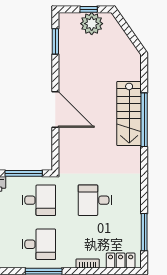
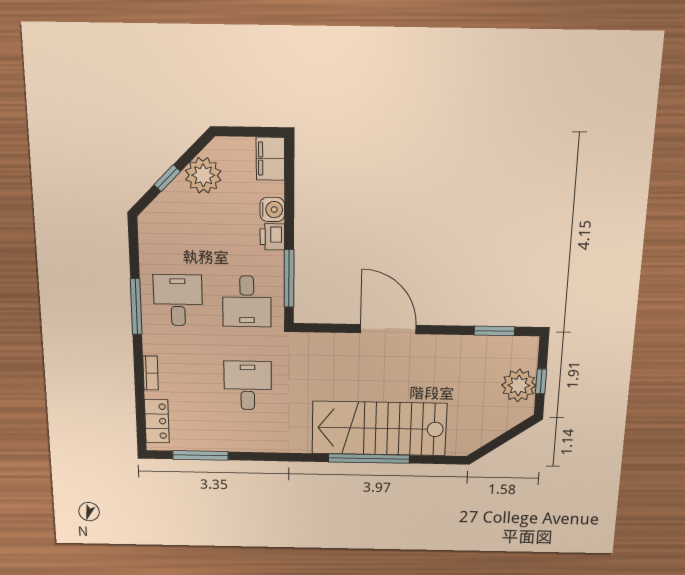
door: (55, 109) -> (388, 329), swing flipped
stairs: (129, 113) -> (379, 428), width x1.36, depth x1.51
desk: (39, 244) -> (178, 300), turned 180

